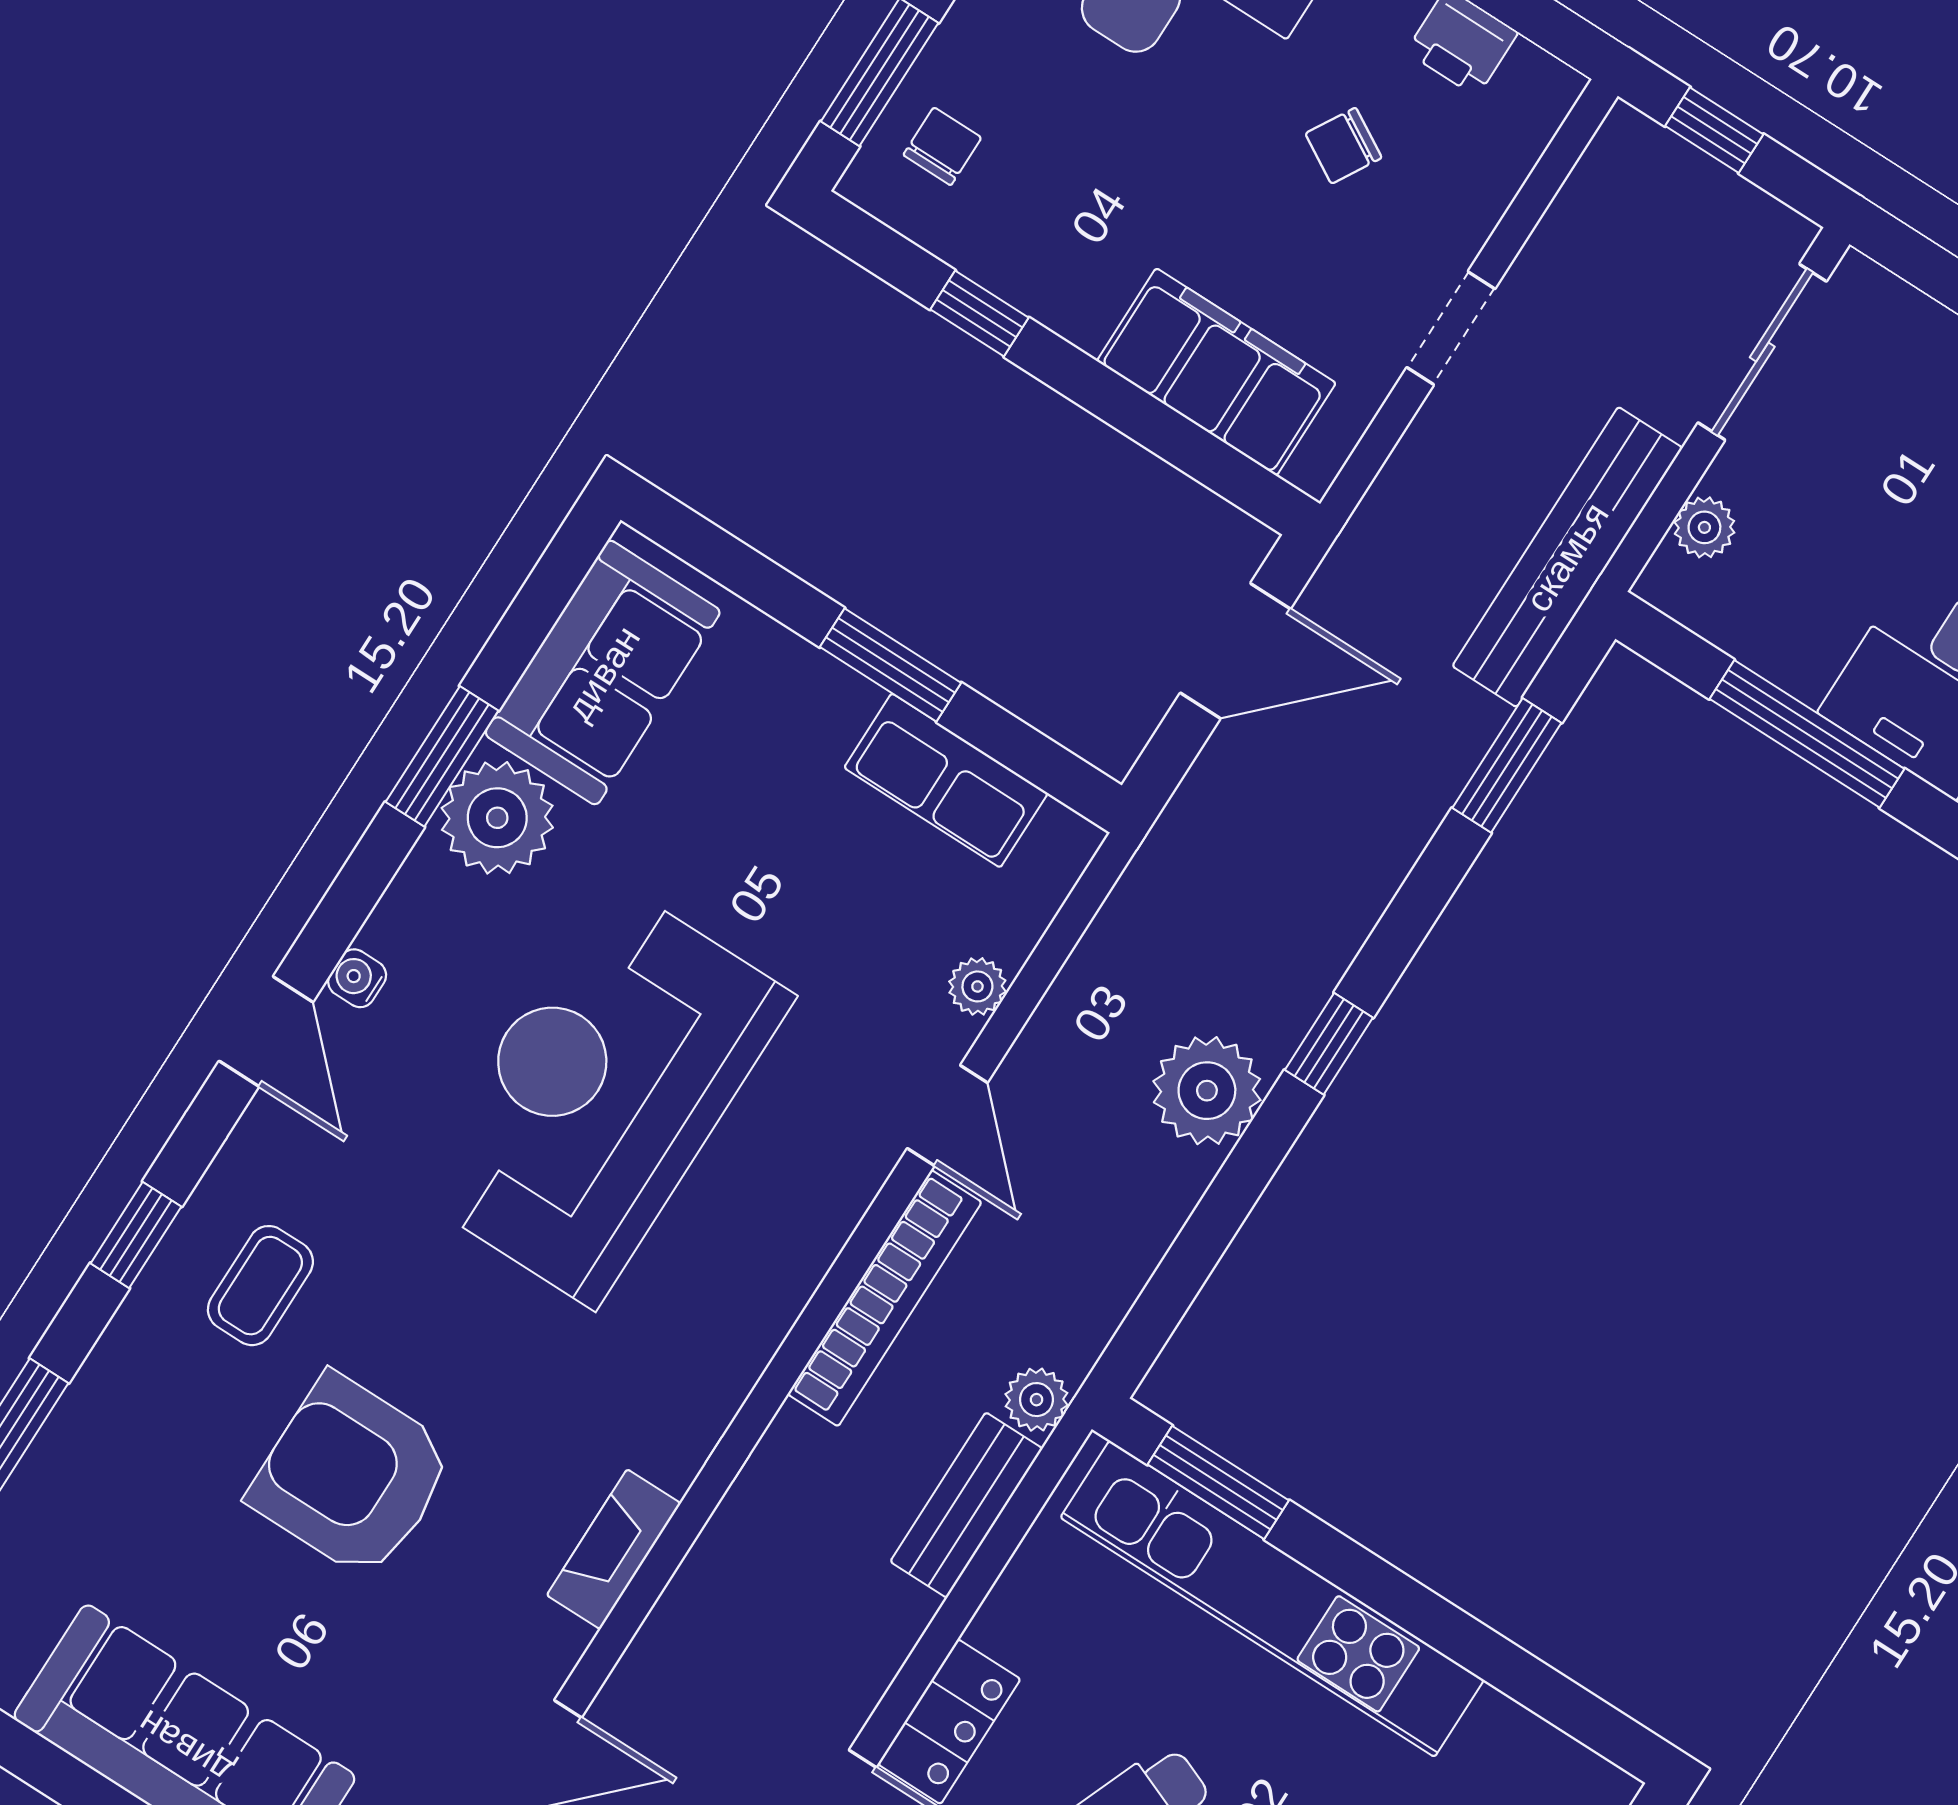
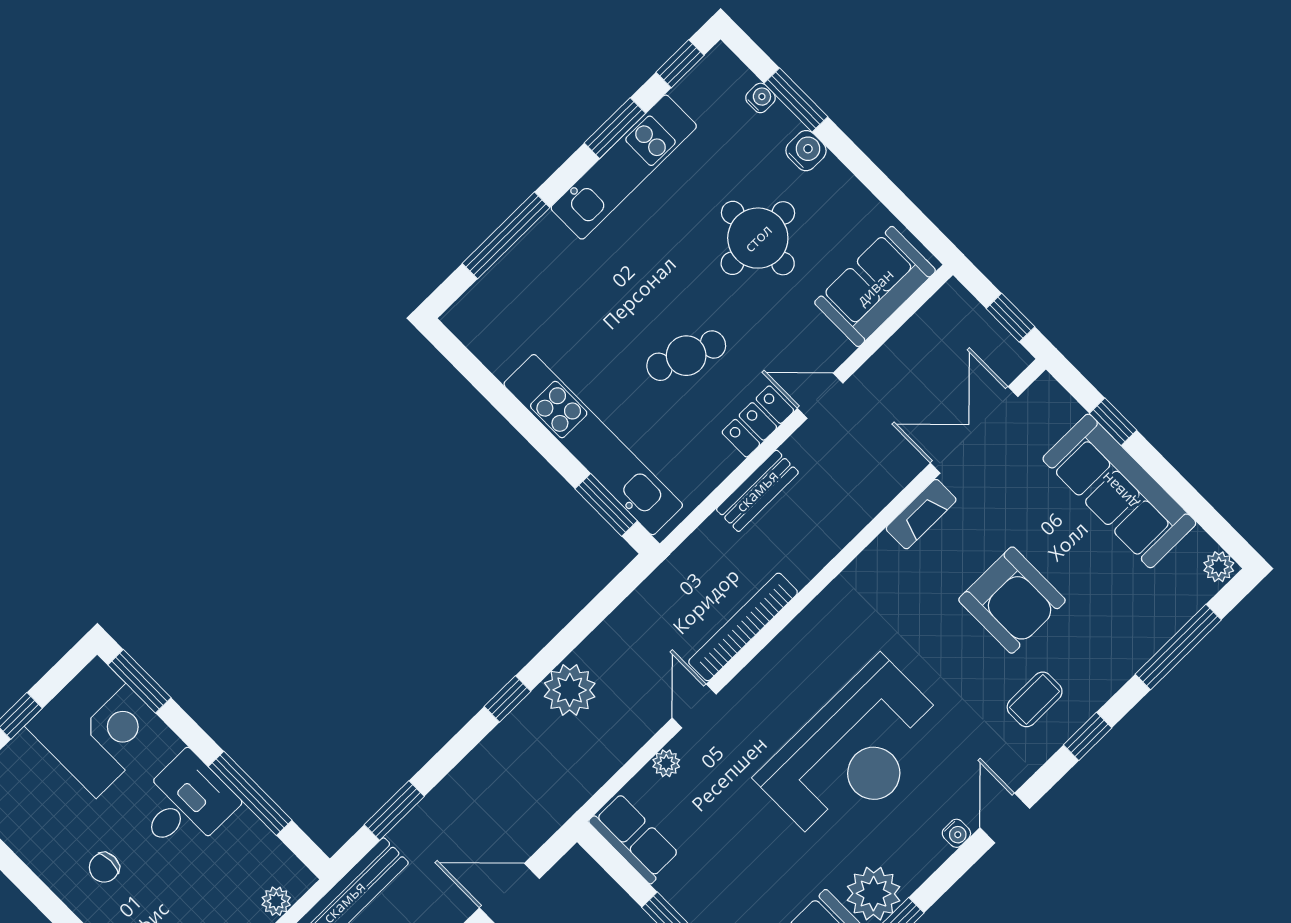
row of seats: (946, 780) -> (634, 838), moved
plant: (1037, 1400) -> (683, 563), removed
bench: (966, 1505) -> (757, 491), moved
fireplace: (614, 1549) -> (921, 514), moved

